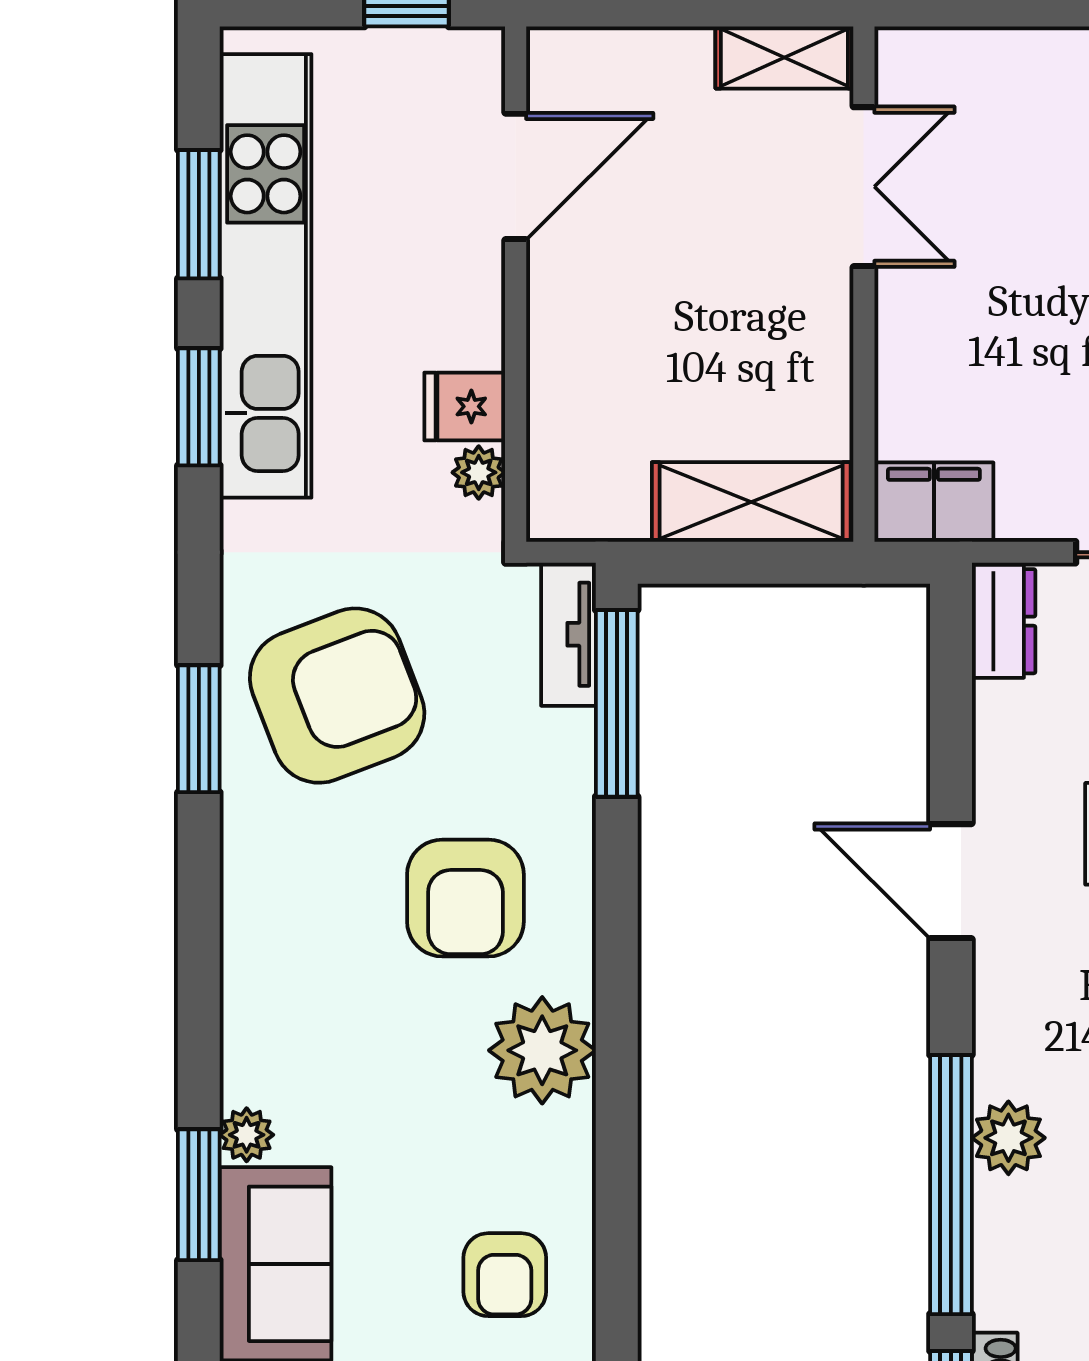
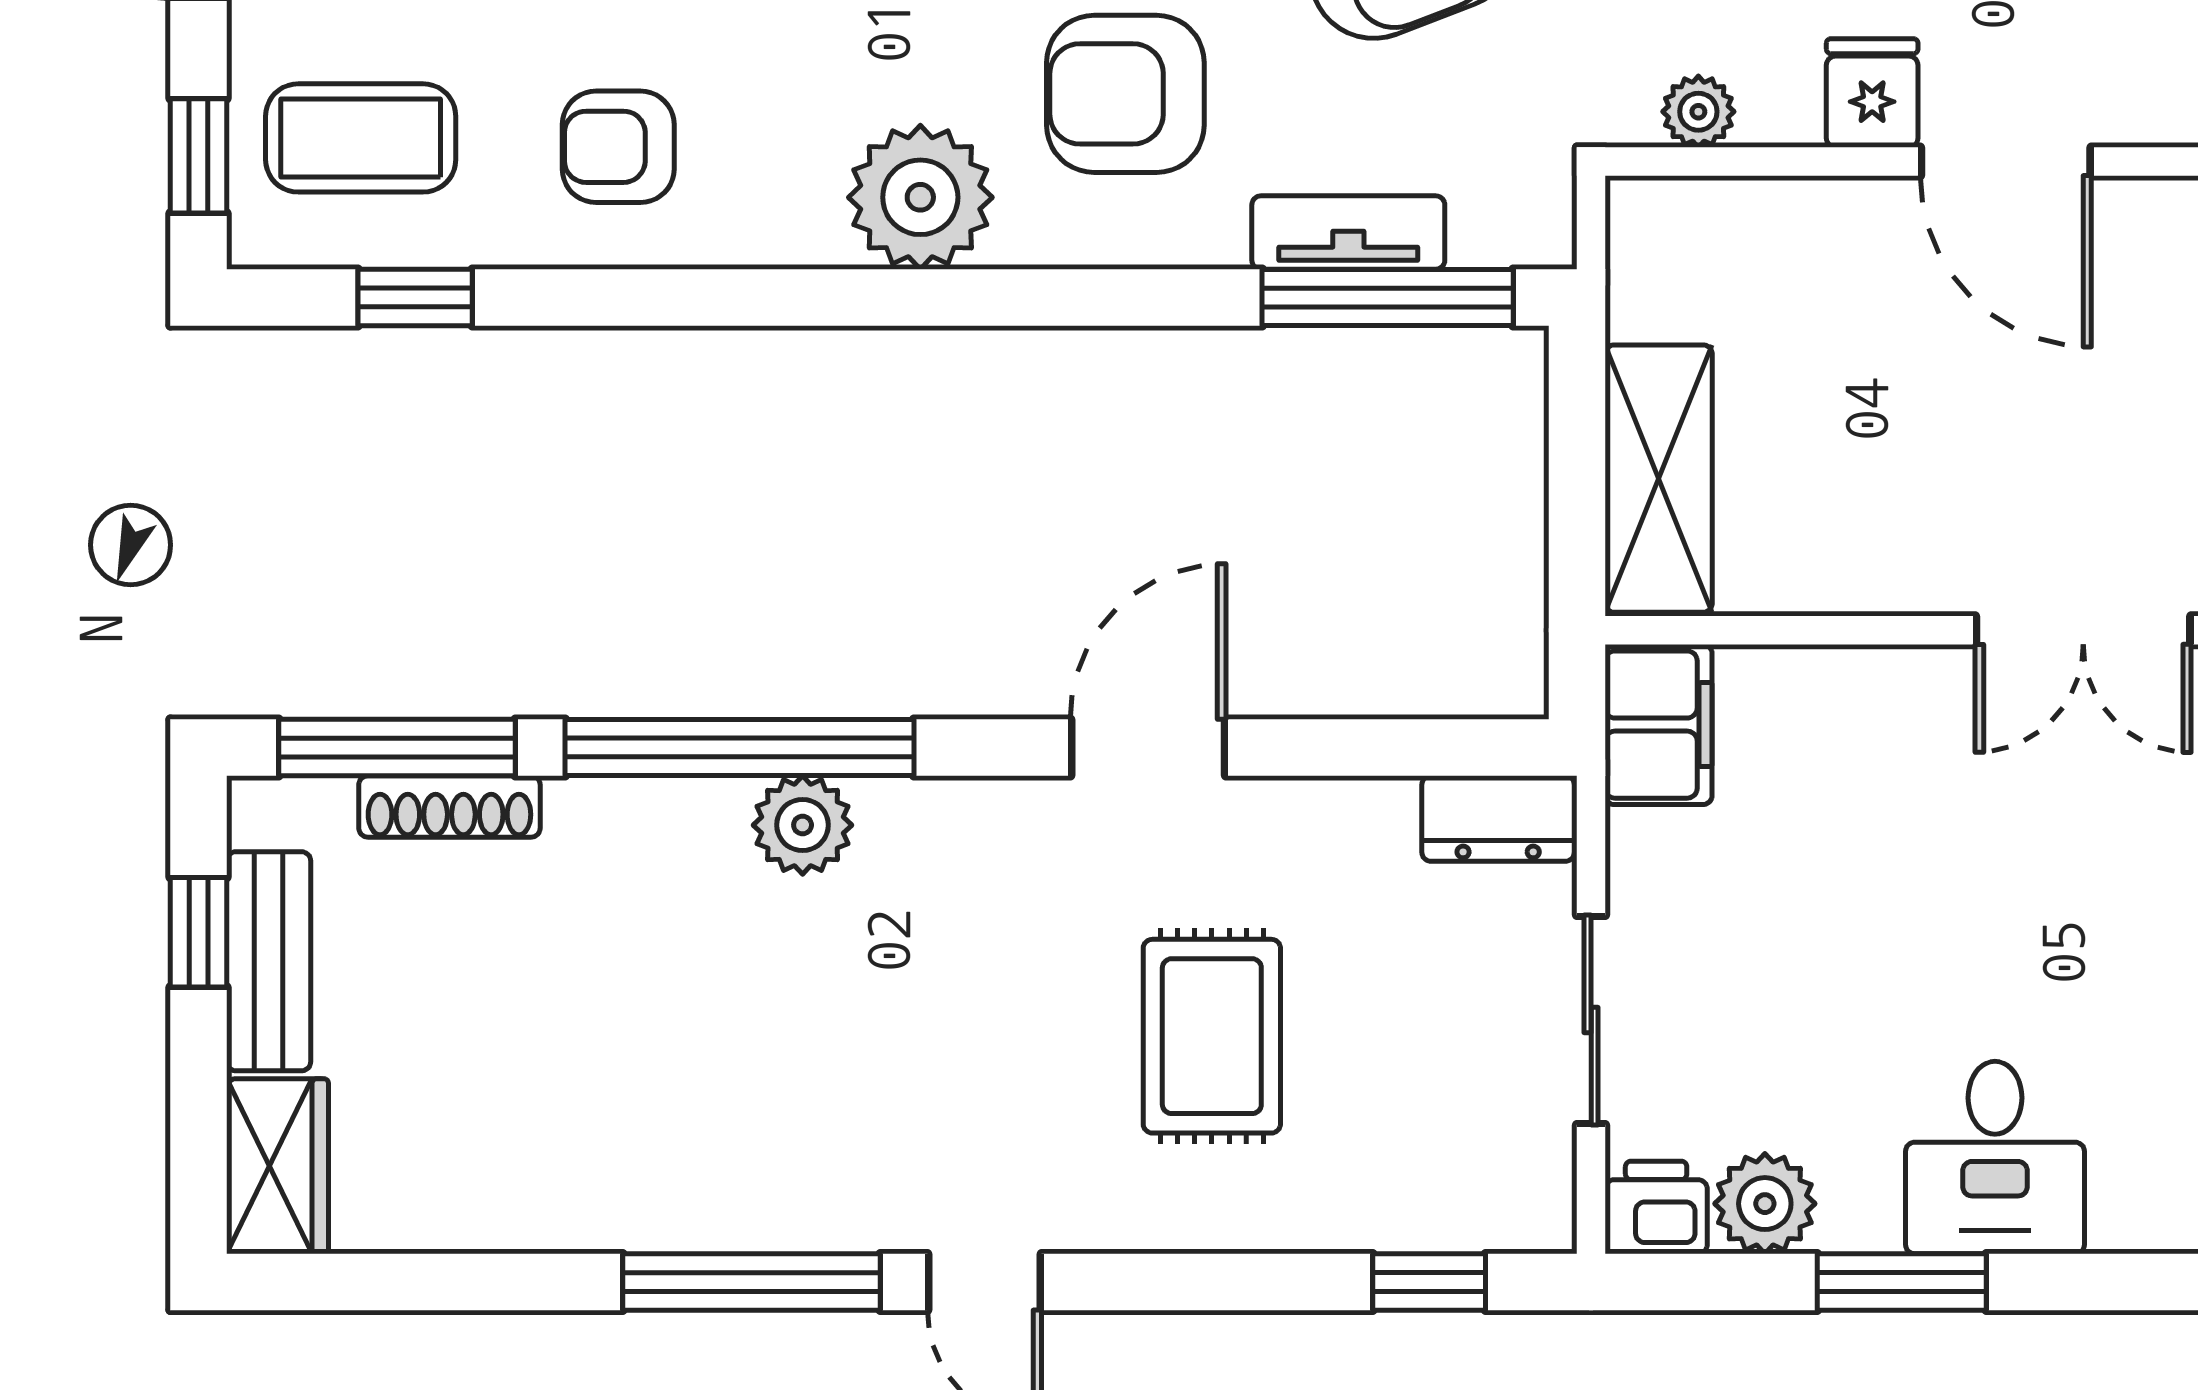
door: (516, 176) -> (2006, 161), moved
fridge: (465, 406) -> (1872, 93), moved
tv unit: (568, 634) -> (1348, 233), moved

